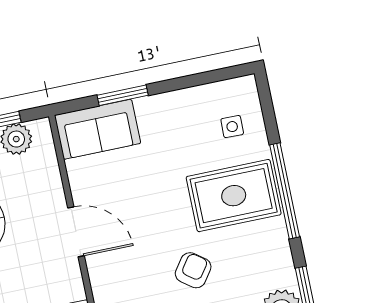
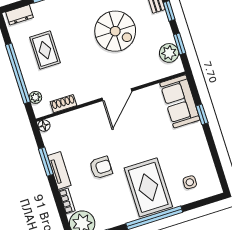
window: (123, 95) -> (202, 114), width x0.67
armchair: (193, 270) -> (101, 168), turned -36

